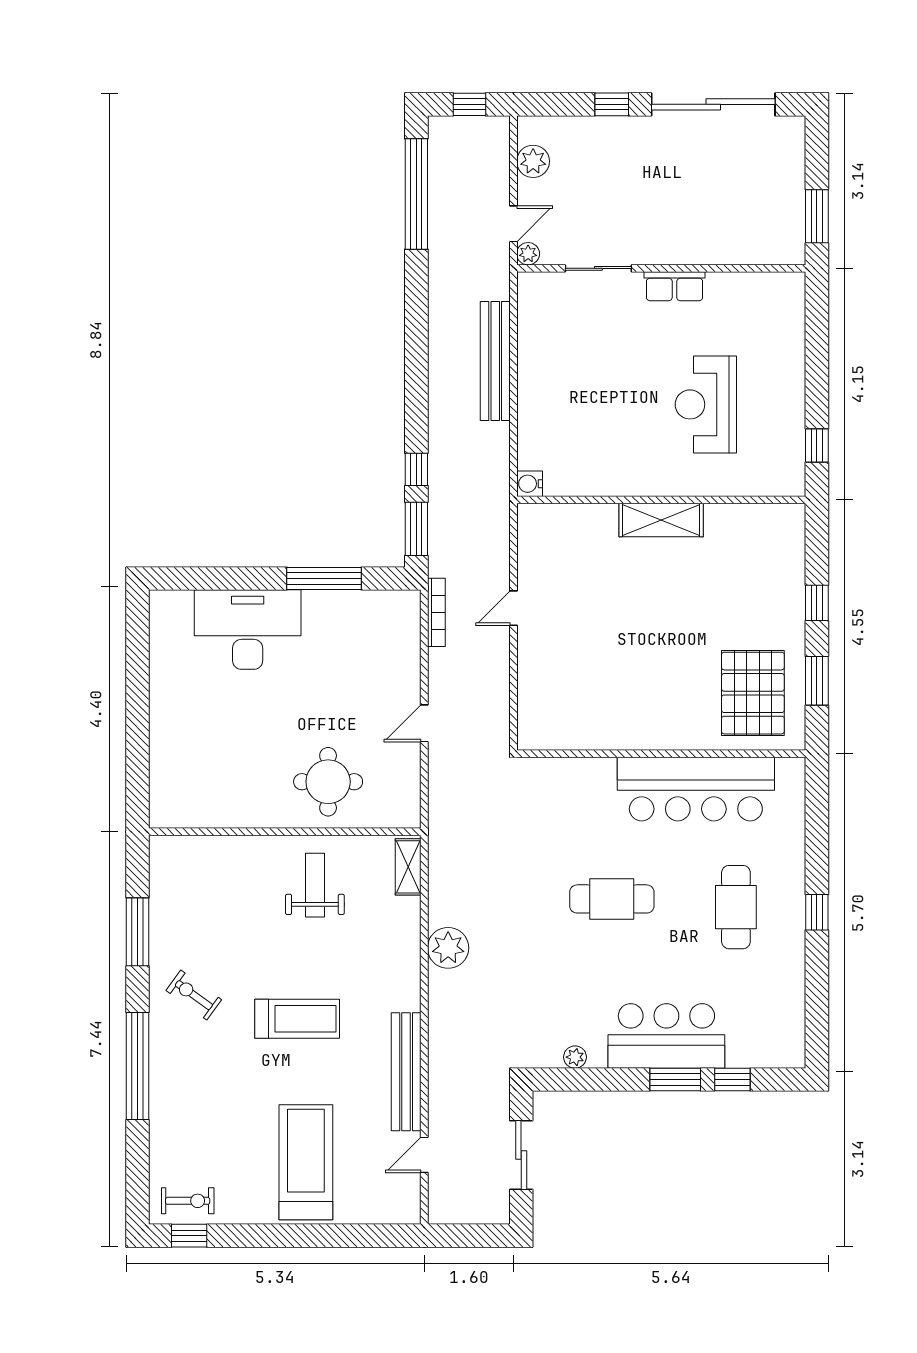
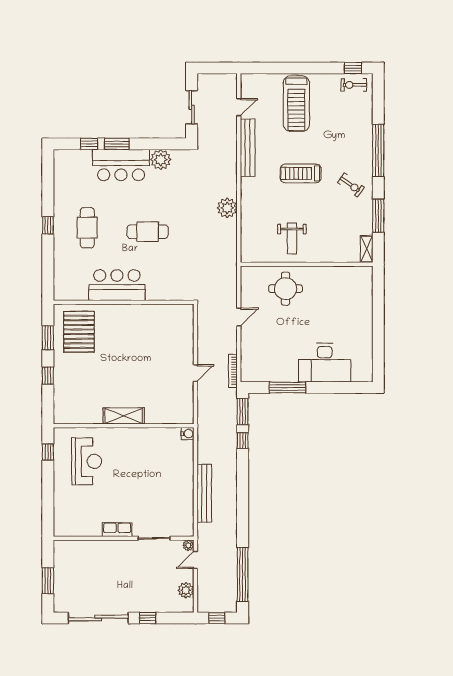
window: (817, 216) -> (48, 581), moved
reception desk: (706, 404) -> (87, 461), moved
bar counter: (696, 789) -> (117, 285), width x0.73
shelving: (408, 867) -> (367, 249), moved
plant: (575, 1057) -> (161, 160), width x1.88, depth x1.88

